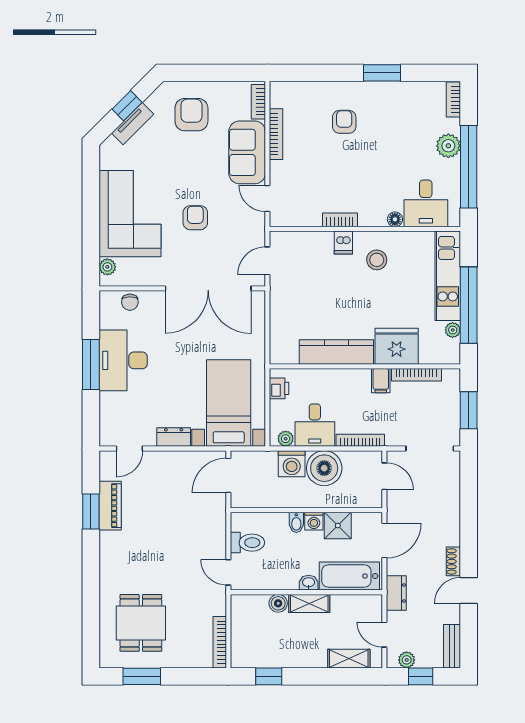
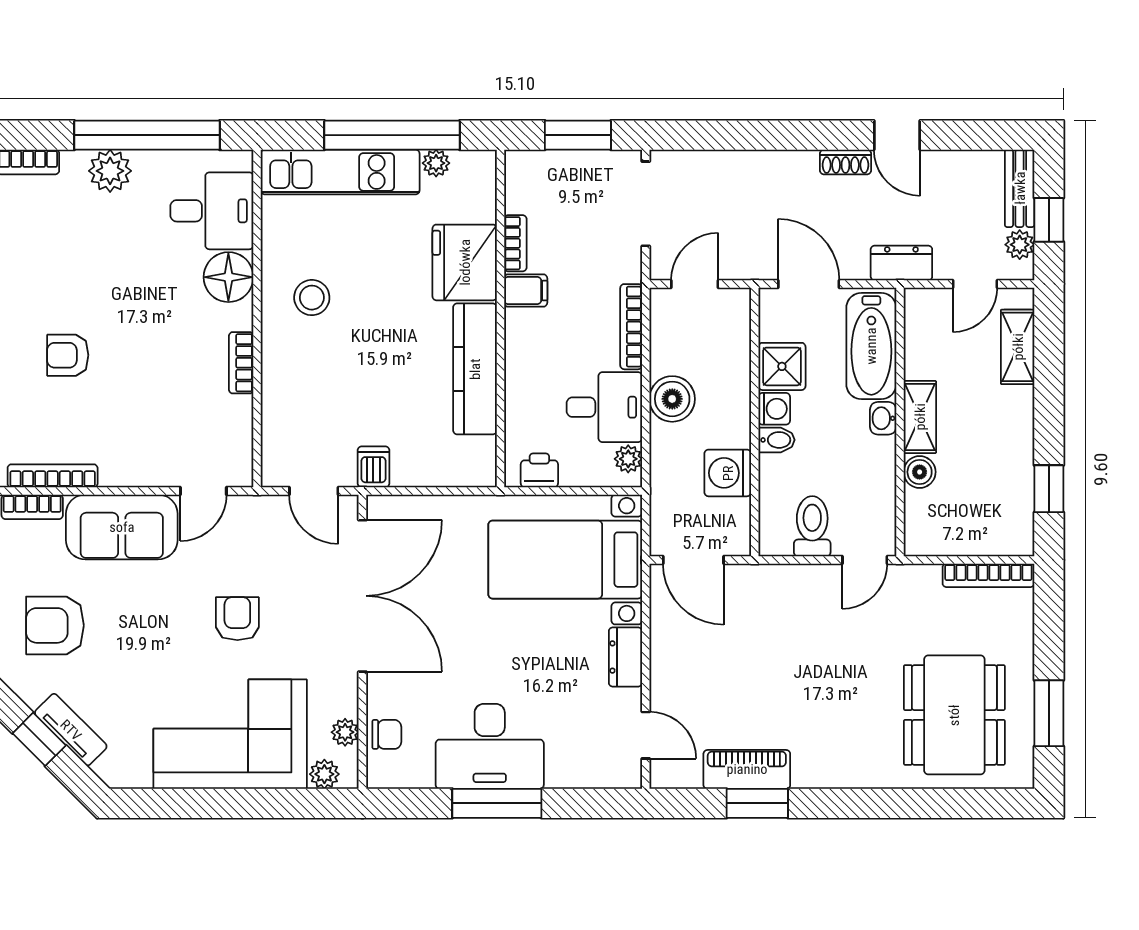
bookcase: (276, 134) -> (53, 476), moved
armchair: (195, 218) -> (237, 619), turned 90
floor lamp: (395, 219) -> (228, 277), width x1.89, depth x1.89
dishwasher: (343, 242) -> (373, 467), moved, turned -90
plant: (131, 279) -> (345, 732), added
bookcase: (416, 375) -> (515, 243), width x0.64
washing machine: (292, 464) -> (728, 473), moved, turned 180
boiler: (324, 468) -> (672, 399), width x0.73, depth x0.73
dining table: (141, 623) -> (954, 715), width x1.37
bench: (452, 646) -> (1020, 188), moved, turned 90

